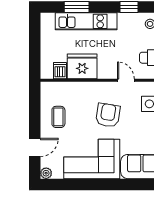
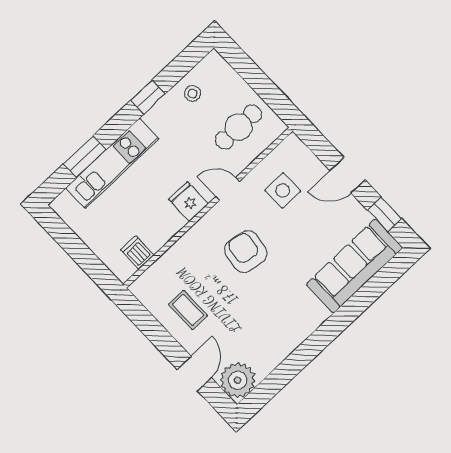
fridge: (82, 66) -> (188, 201), moved, width x0.53, depth x0.75
corner sofa: (92, 159) -> (276, 323), removed
plant: (46, 173) -> (238, 380), width x1.88, depth x1.88

